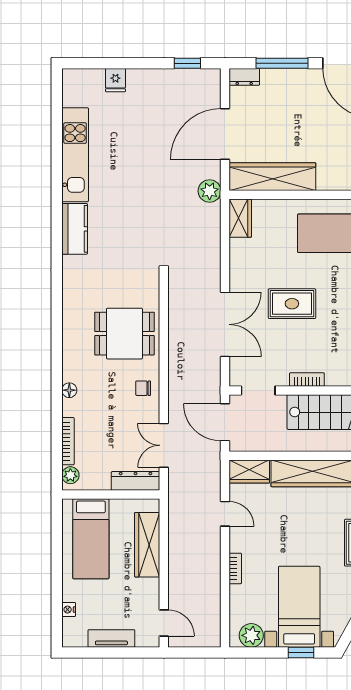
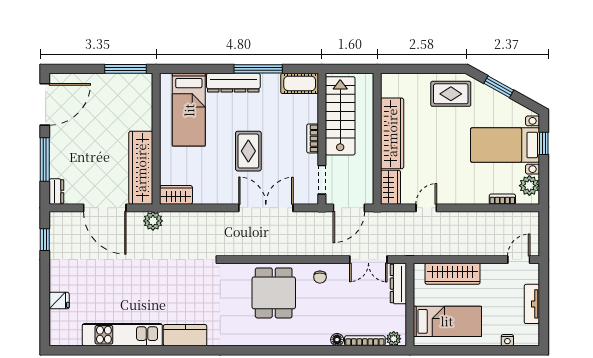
floor lamp: (69, 390) -> (337, 340), moved
bookcase: (235, 568) -> (502, 199), moved

